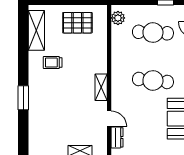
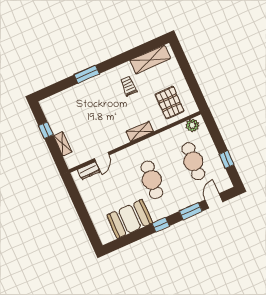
pallet: (77, 23) -> (170, 103), moved
shelving: (101, 87) -> (140, 131), moved

